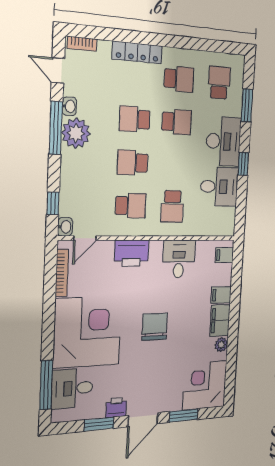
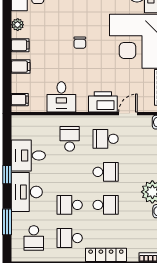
door: (85, 238) -> (128, 114), moved
filing cabinet: (220, 320) -> (20, 45), width x0.50
chair: (155, 327) -> (80, 43), width x0.54, depth x0.54

